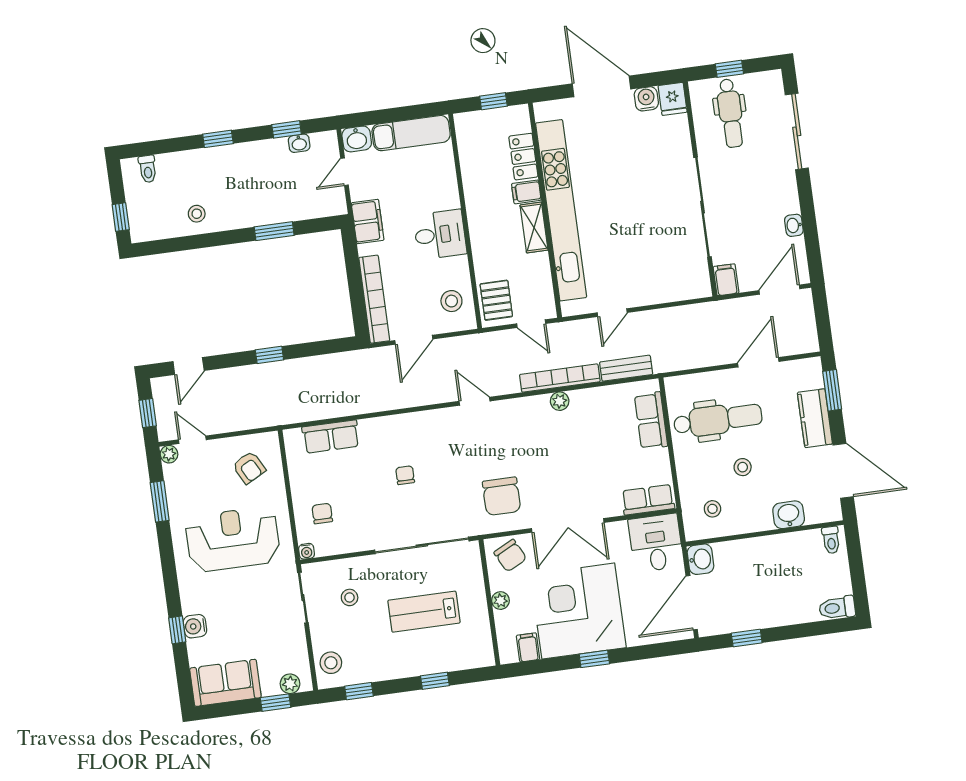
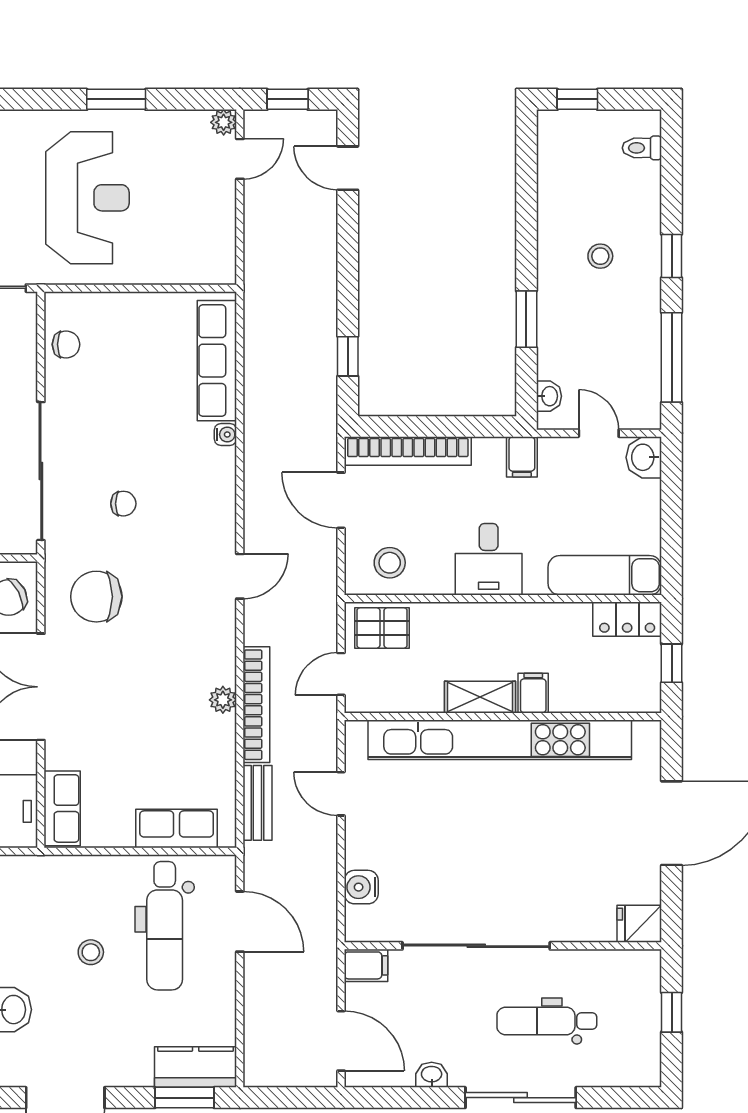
water cooler: (646, 99) -> (361, 887), moved, turned 180
dental chair: (730, 113) -> (547, 1021), moved
window: (287, 129) -> (672, 357), width x2.17
sliding door: (797, 131) -> (521, 1098), moved
exam couch: (411, 133) -> (605, 575), moved, turned 90
washbasin: (299, 143) -> (549, 396), moved, turned 180
locker: (523, 157) -> (627, 619), moved, turned 180
stool: (197, 214) -> (600, 256), moved
filing cabinet: (368, 222) -> (522, 457), width x0.50
window: (269, 355) -> (348, 356), moved
door: (758, 362) -> (240, 922), moved
kitchen counter: (815, 418) -> (196, 1067), moved
row of seats: (331, 437) -> (217, 361), width x1.48
armchair: (249, 468) -> (188, 236), removed
chair: (405, 475) -> (123, 504), moved
window: (160, 501) -> (116, 99), moved
stool: (712, 509) -> (36, 900), removed
chair: (322, 514) -> (66, 344), moved
water cooler: (307, 551) -> (225, 434), moved, turned 180

